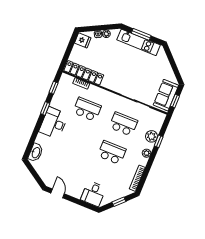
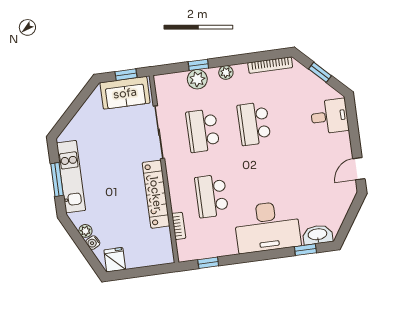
locker: (84, 73) -> (156, 194), moved
window: (45, 109) -> (305, 250), moved
desk: (54, 123) -> (267, 227), width x1.36, depth x1.30

